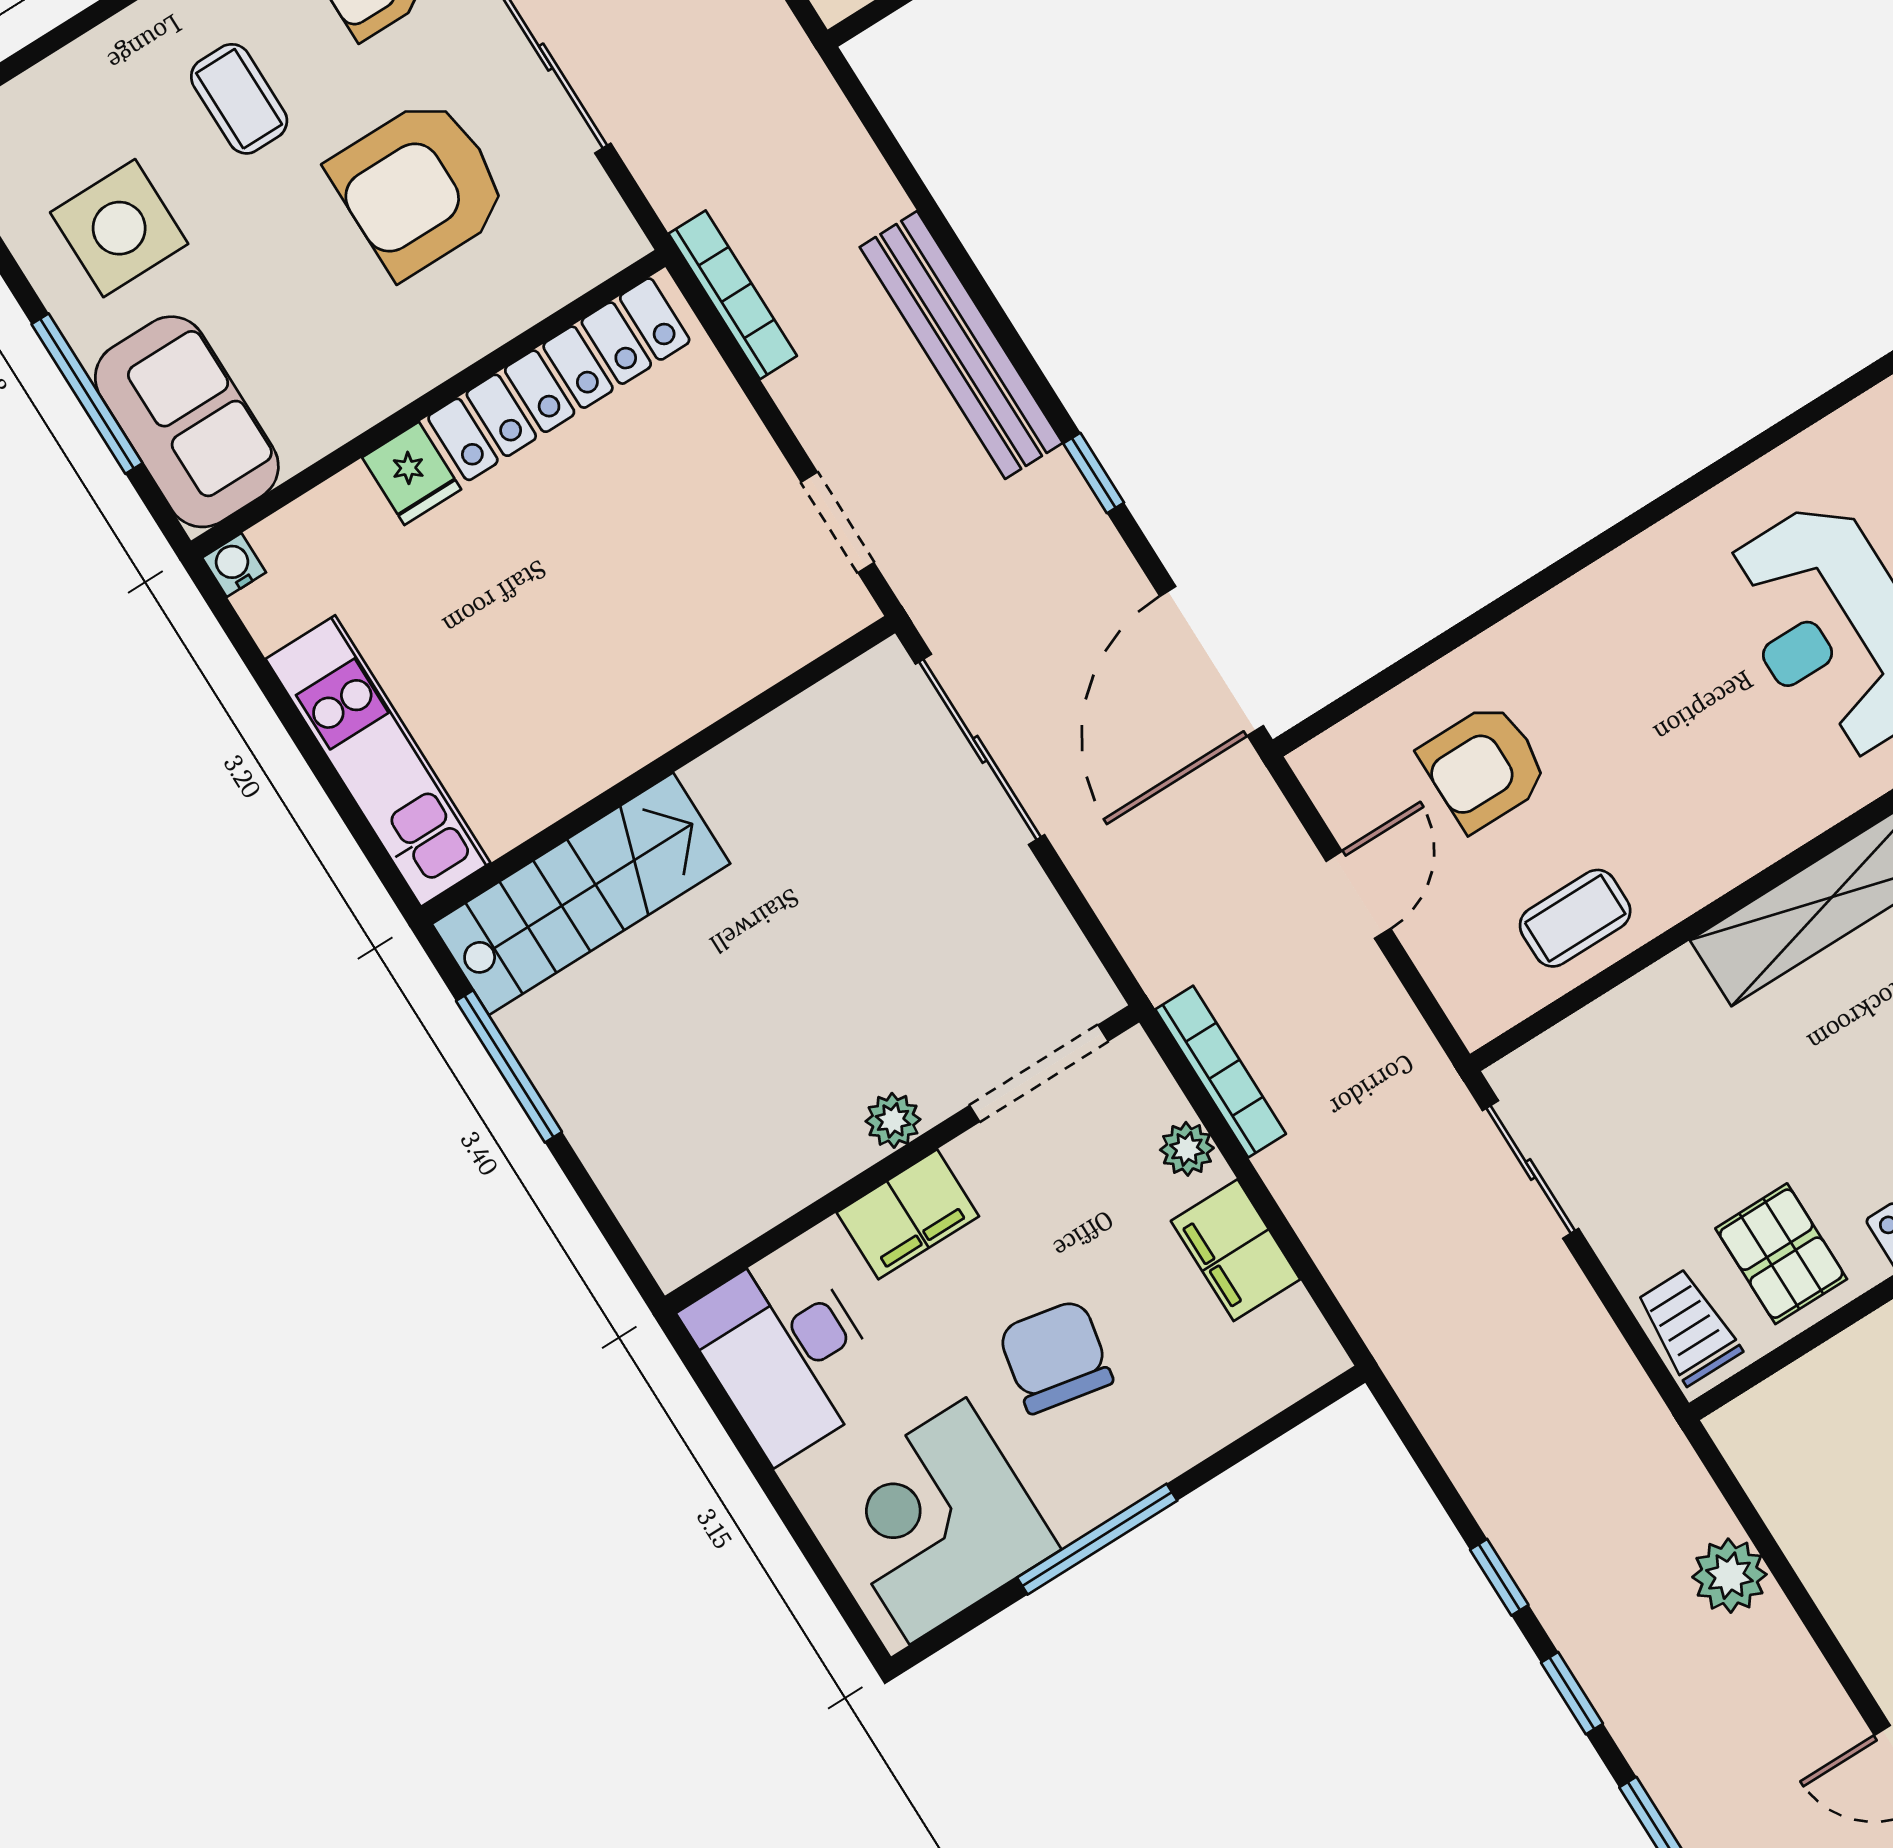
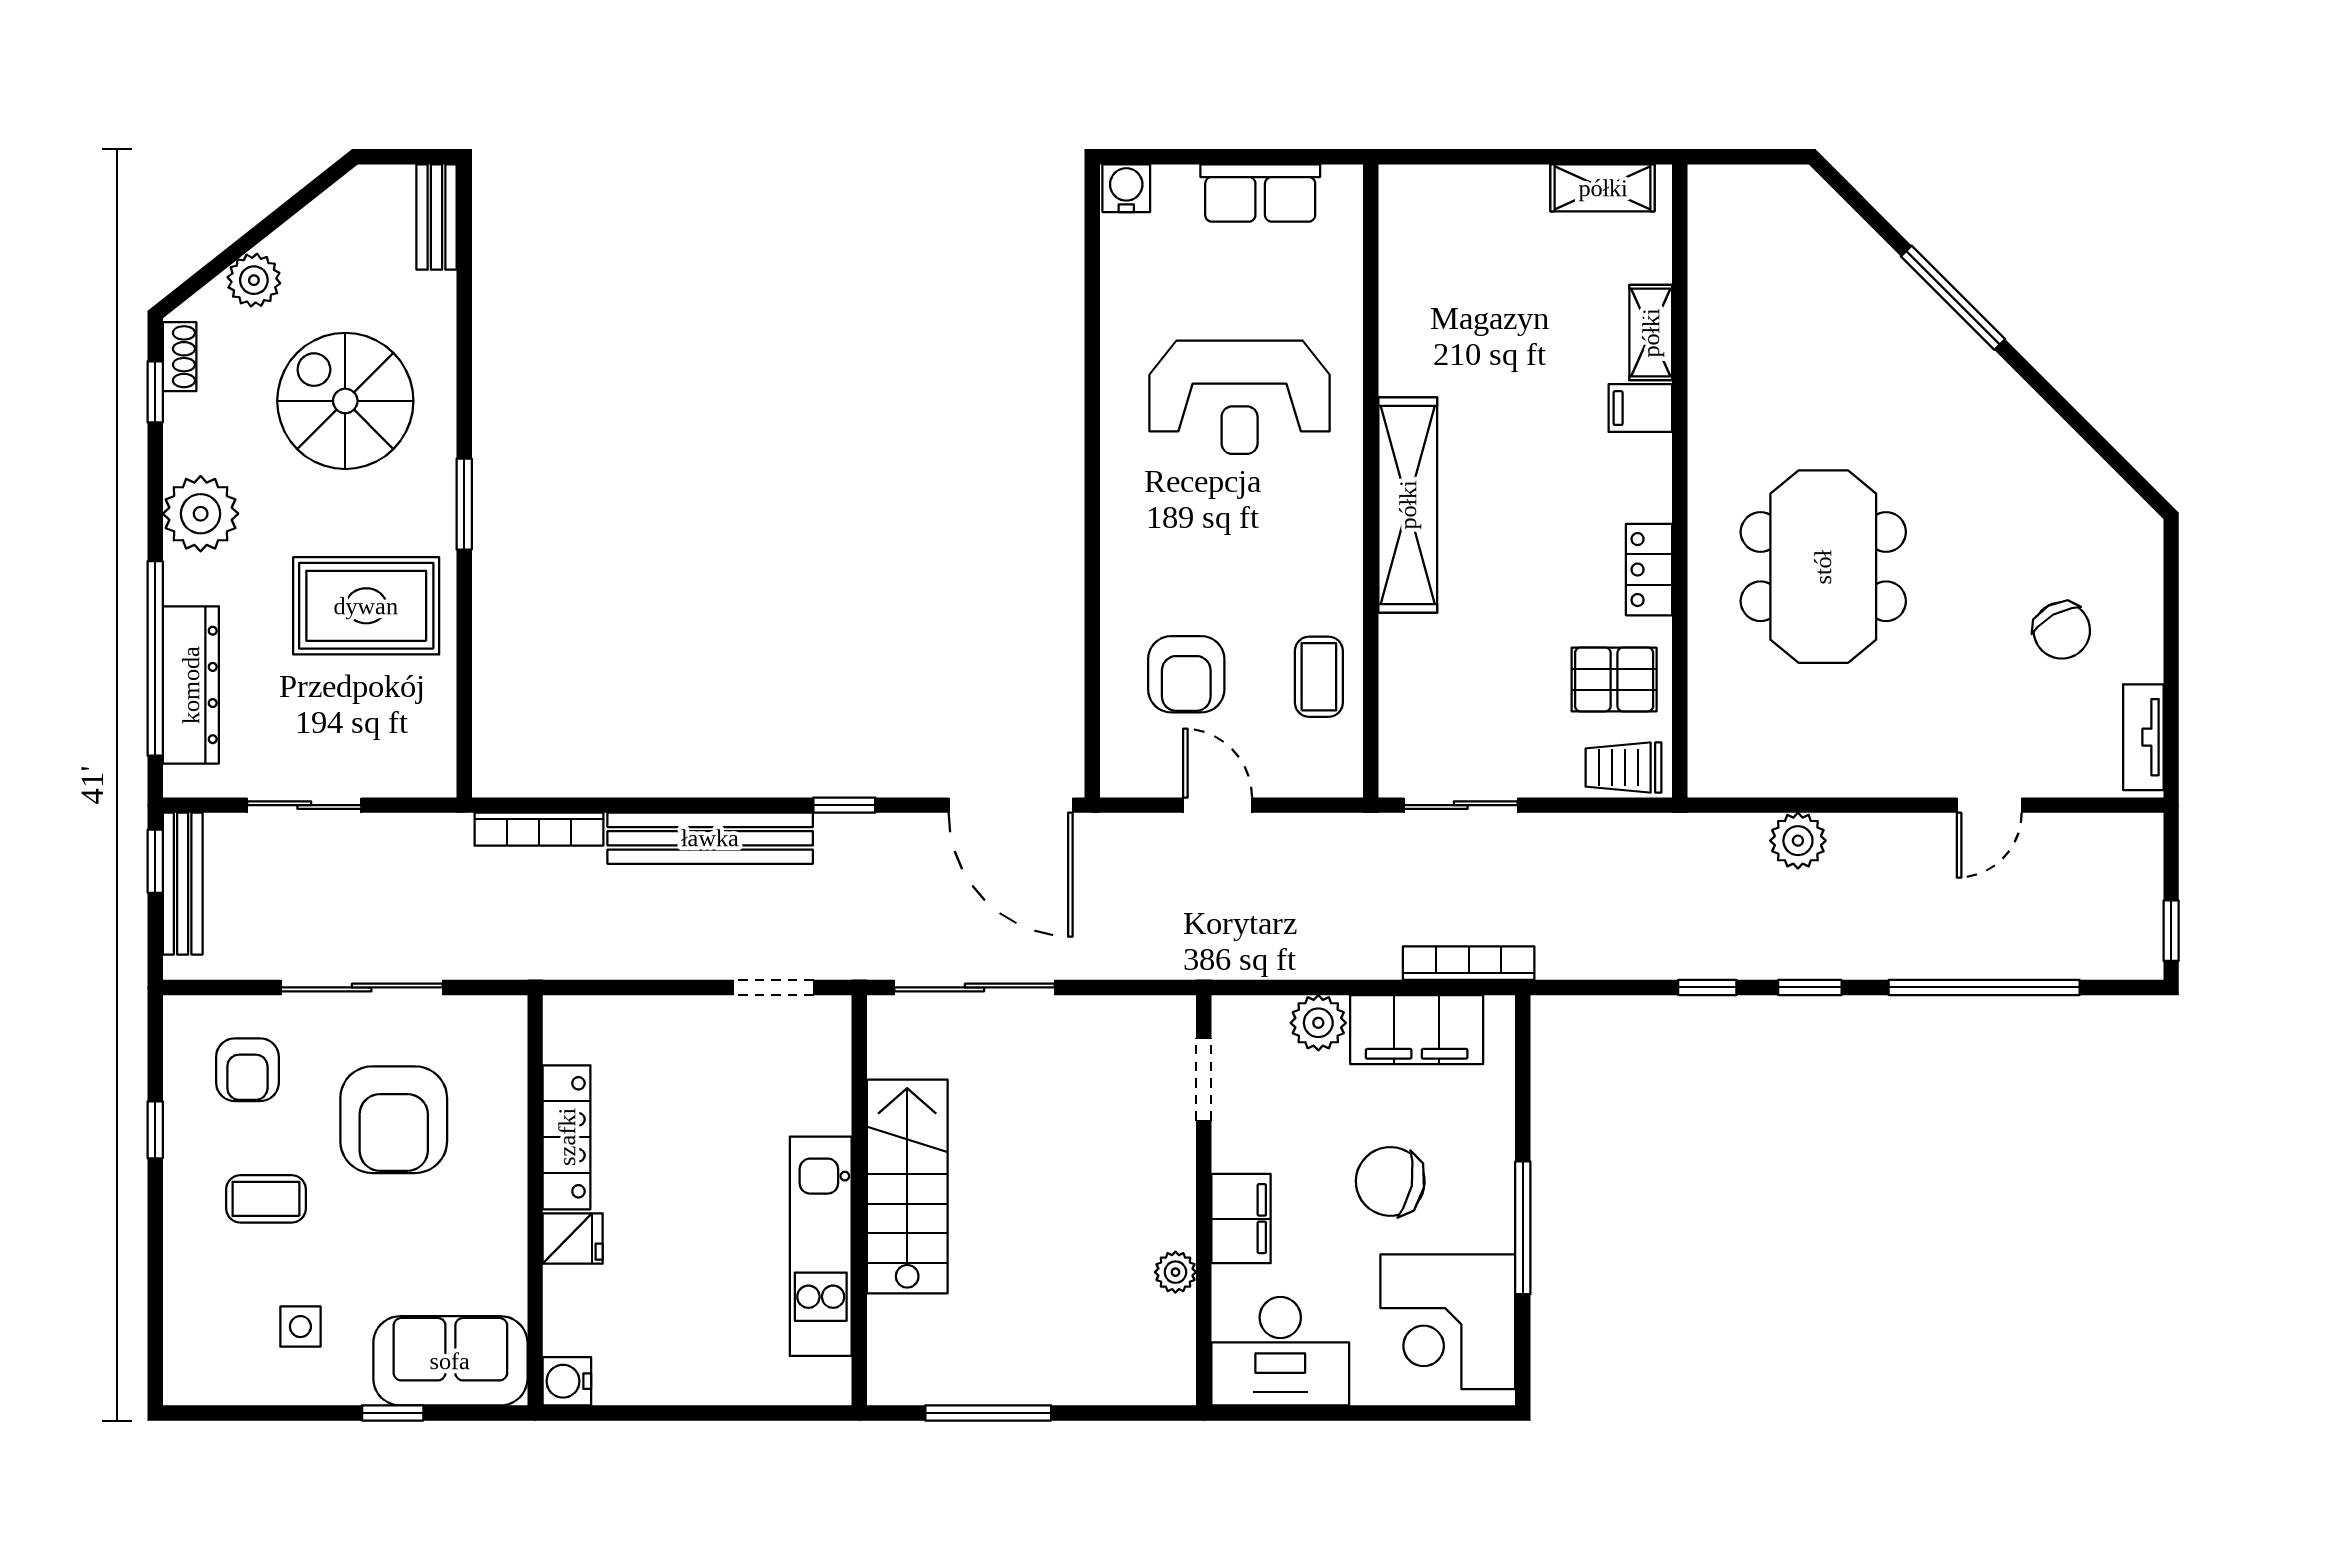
side table: (119, 228) -> (300, 1327), width x0.54, depth x0.54
bookcase: (733, 295) -> (539, 829), moved, turned 180
locker: (559, 379) -> (567, 1137), width x0.71, depth x0.83
window: (87, 394) -> (393, 1413), width x0.46
water cooler: (234, 565) -> (567, 1381), width x1.38, depth x1.38
kitchen unit: (378, 761) -> (821, 1246), moved, turned -90
stairs: (581, 894) -> (907, 1186), moved
bookcase: (1221, 1072) -> (1469, 963), moved
doorway: (1039, 1073) -> (1204, 1079), width x0.73
plant: (893, 1120) -> (1175, 1272), moved
plant: (1187, 1149) -> (1318, 1023), width x1.38, depth x1.38
filing cabinet: (1236, 1250) -> (1417, 1030), width x1.50, depth x1.17

